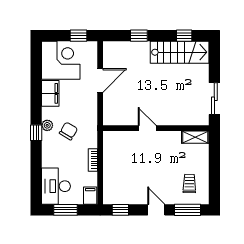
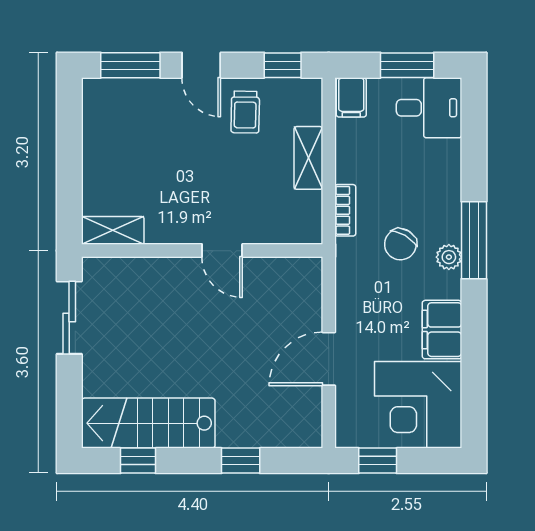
window: (36, 133) -> (474, 240), width x2.17
bookcase: (93, 160) -> (345, 210), moved
shelving: (109, 169) -> (308, 158), added
trolley: (189, 184) -> (245, 112), moved
desk: (56, 186) -> (429, 108), width x0.73

